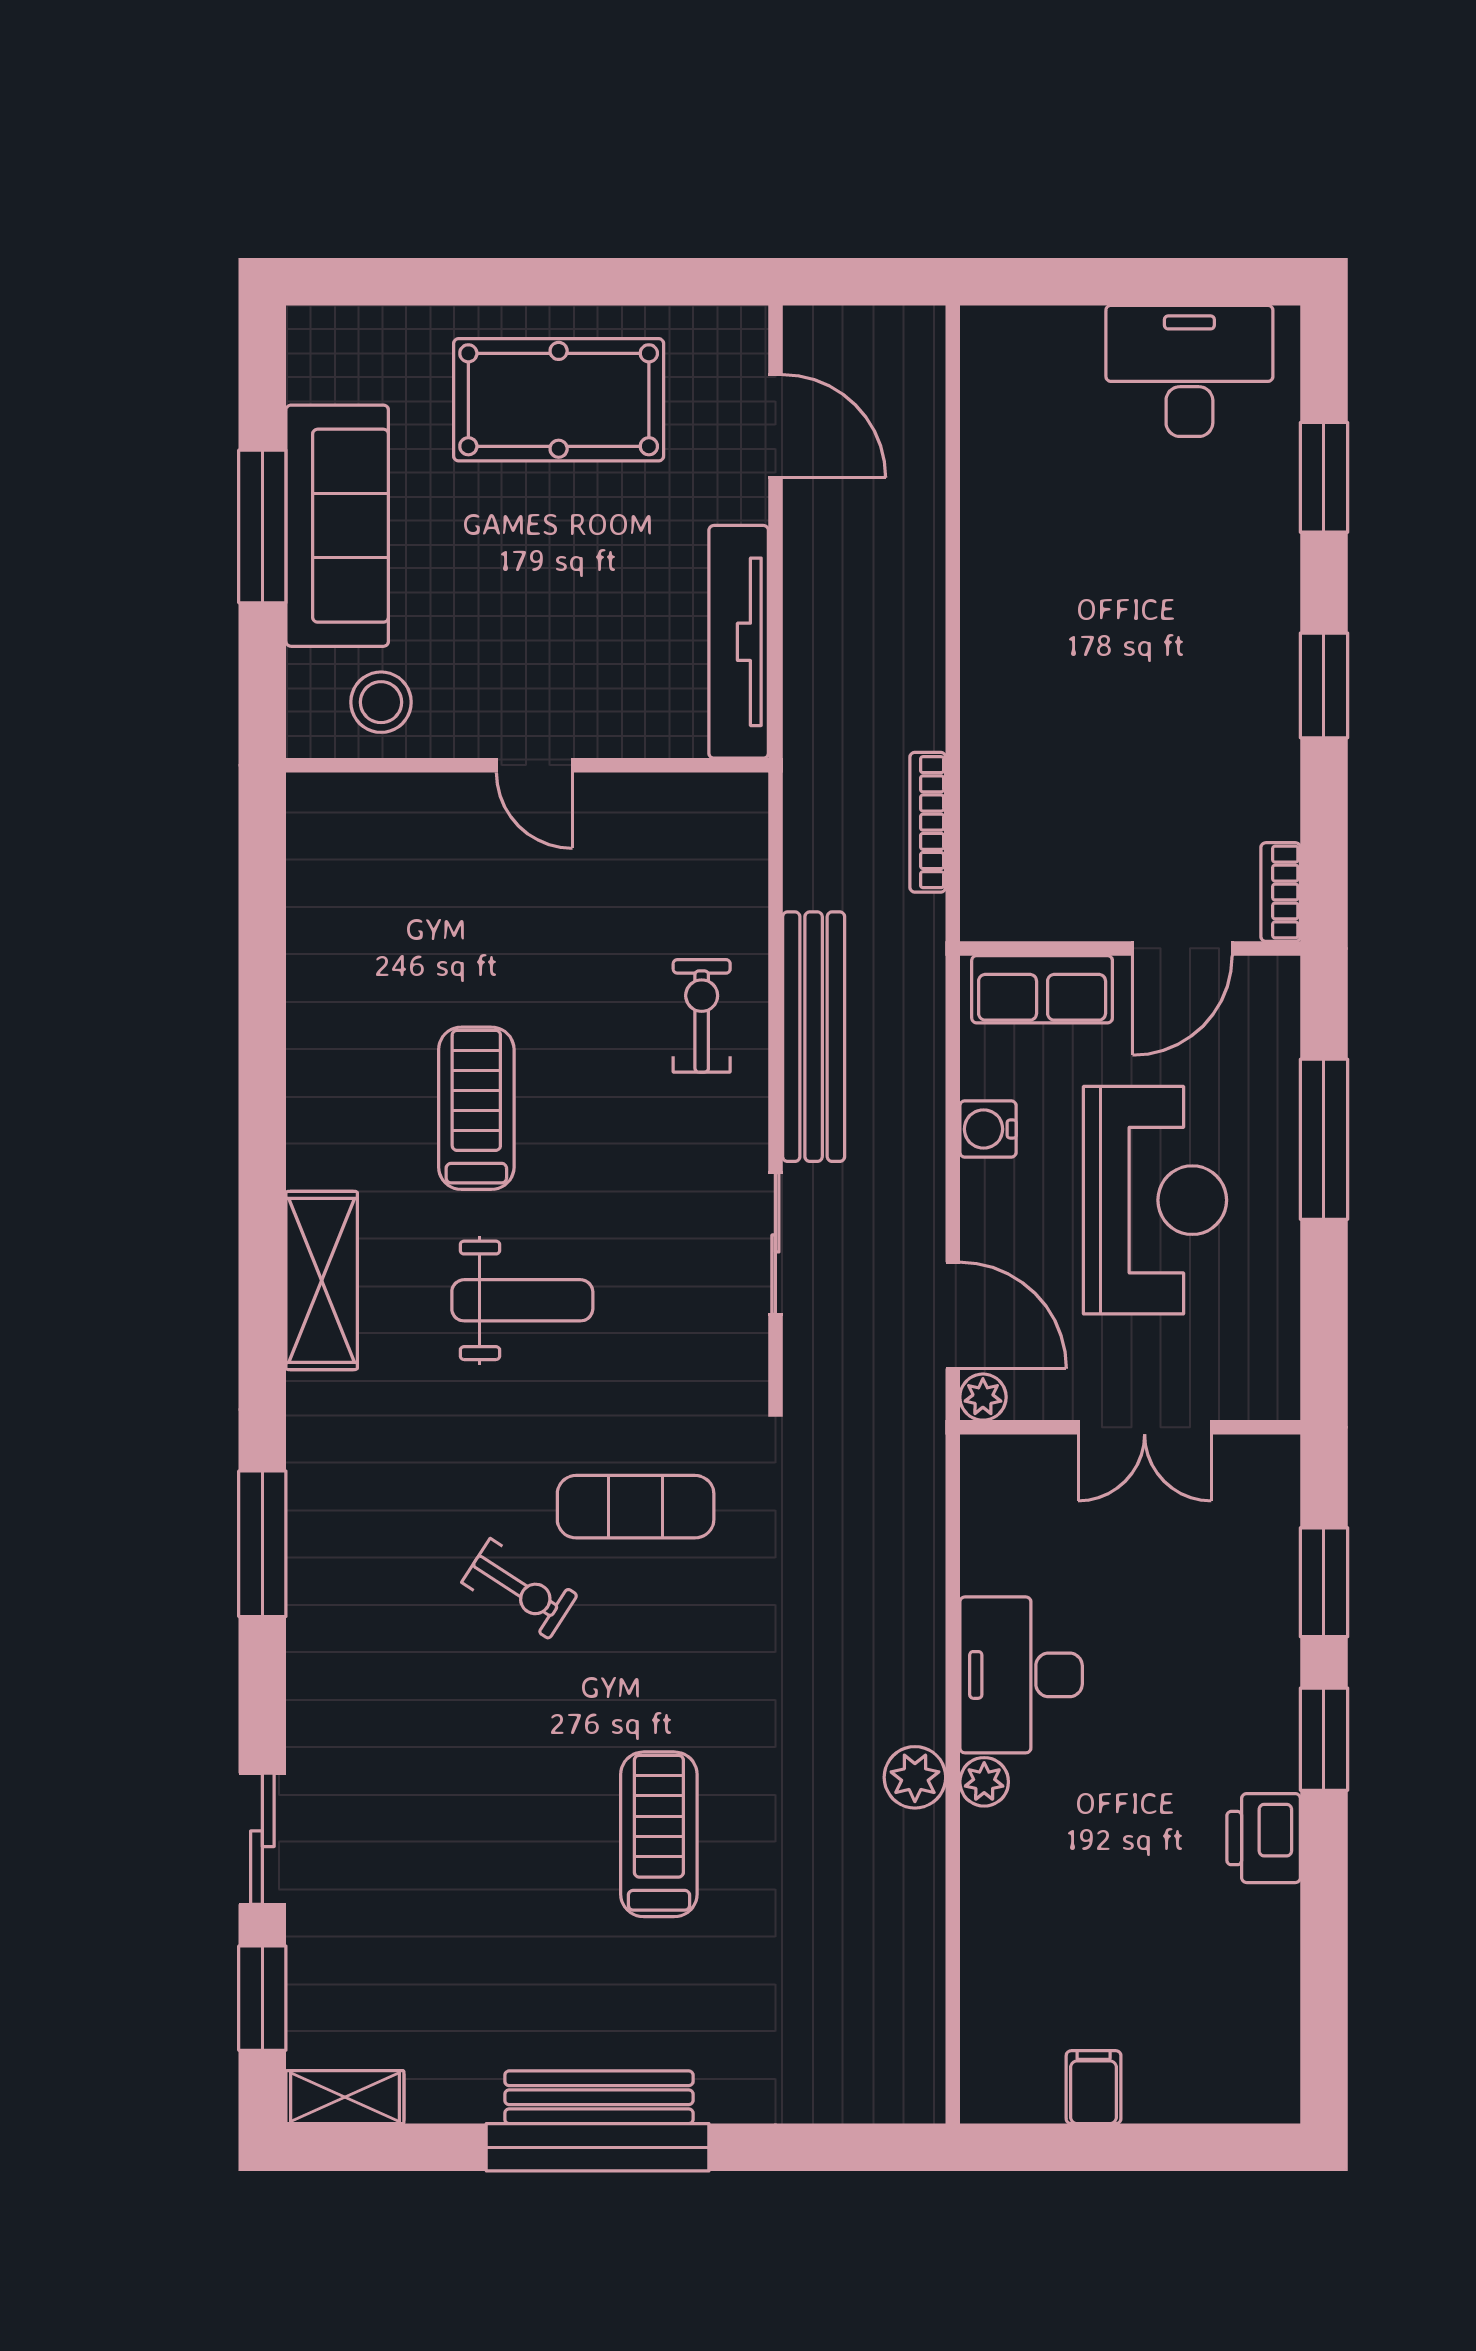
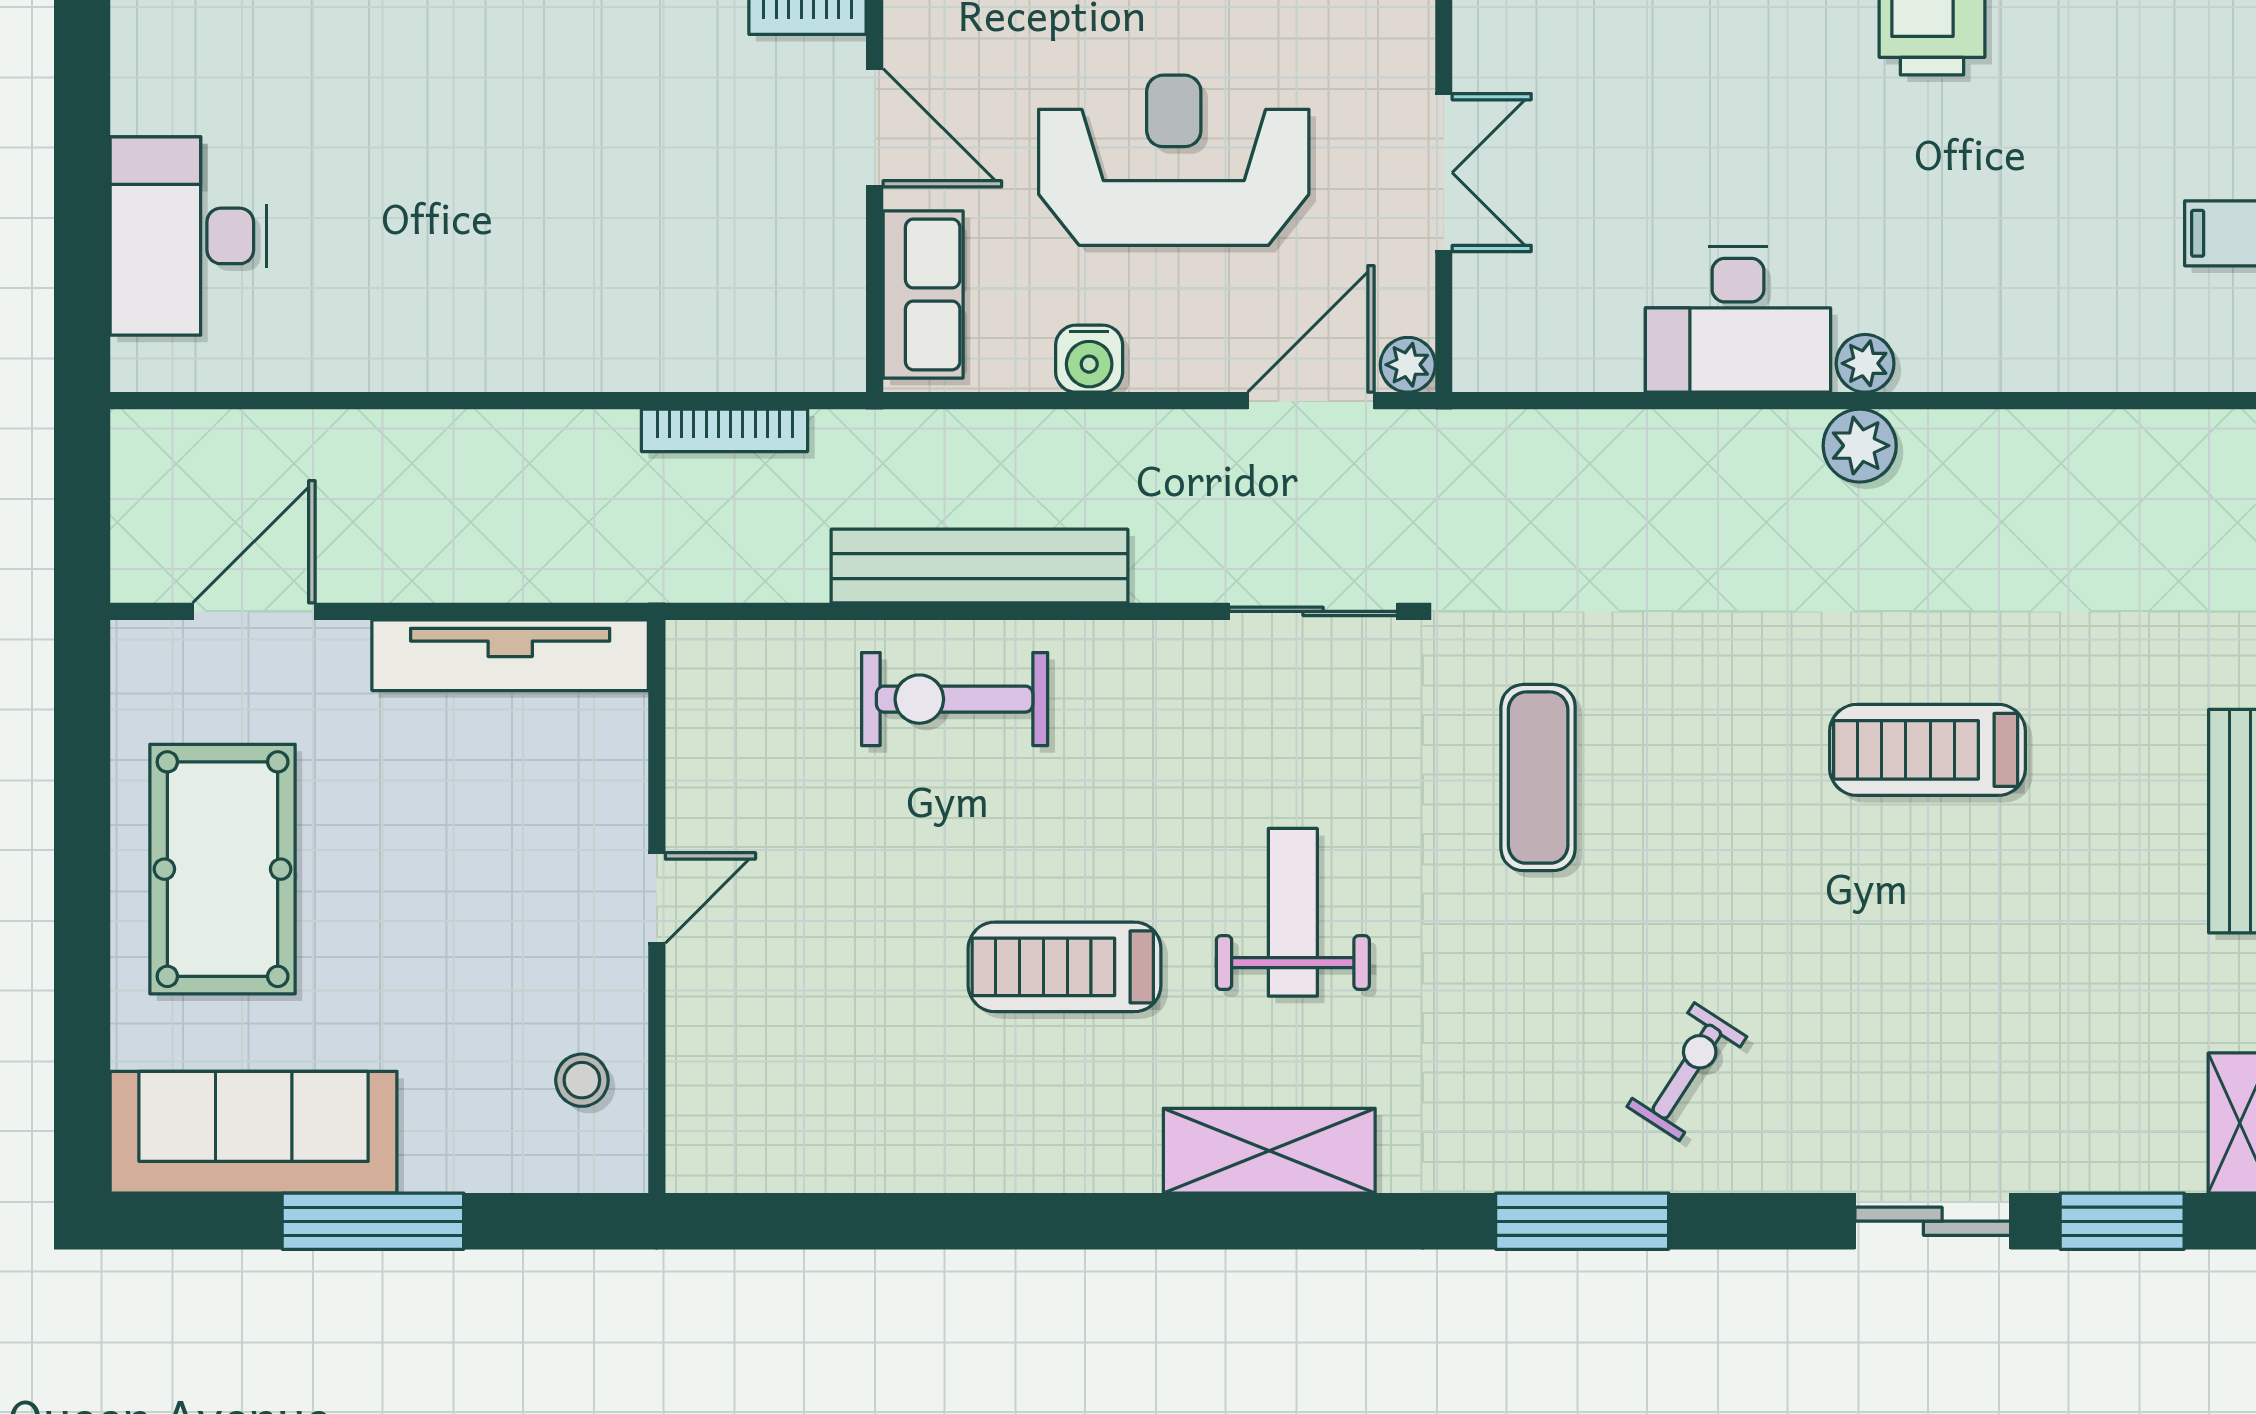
desk: (1189, 371) -> (188, 236), moved
sofa: (337, 526) -> (254, 1132), moved
stool: (381, 702) -> (582, 1080), width x0.73, depth x0.73
exercise bike: (702, 1016) -> (955, 699), width x1.38, depth x1.39
sliding door: (775, 1243) -> (1313, 611), moved
exercise bike: (520, 1589) -> (1687, 1072), moved

